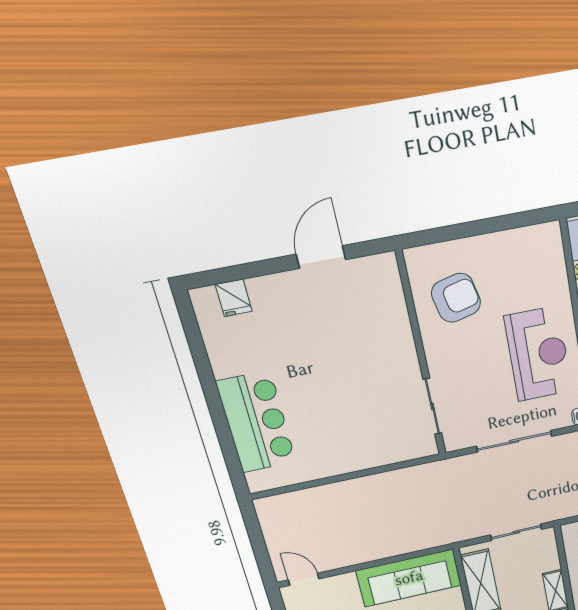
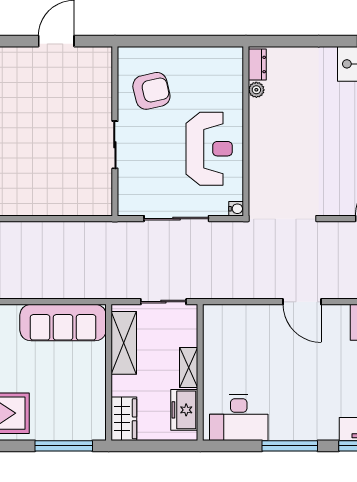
sliding door: (432, 406) -> (115, 145), moved

